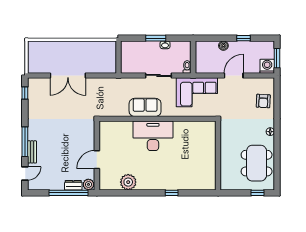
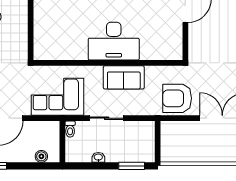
window: (156, 38) -> (132, 166), moved
boiler: (223, 46) -> (41, 156), moved
armchair: (103, 91) -> (177, 98), added

